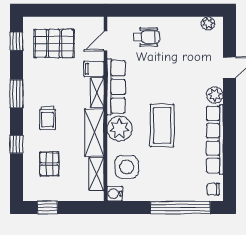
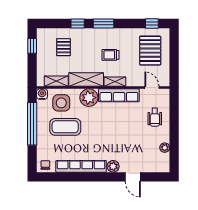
plant: (208, 23) -> (165, 148), moved
filing cabinet: (94, 69) -> (132, 79), removed
window: (16, 94) -> (104, 23), moved
trolley: (47, 118) -> (110, 55), moved
coffee table: (162, 125) -> (65, 127), moved
pallet: (49, 164) -> (63, 47), turned 90
window: (180, 207) -> (32, 124), moved

